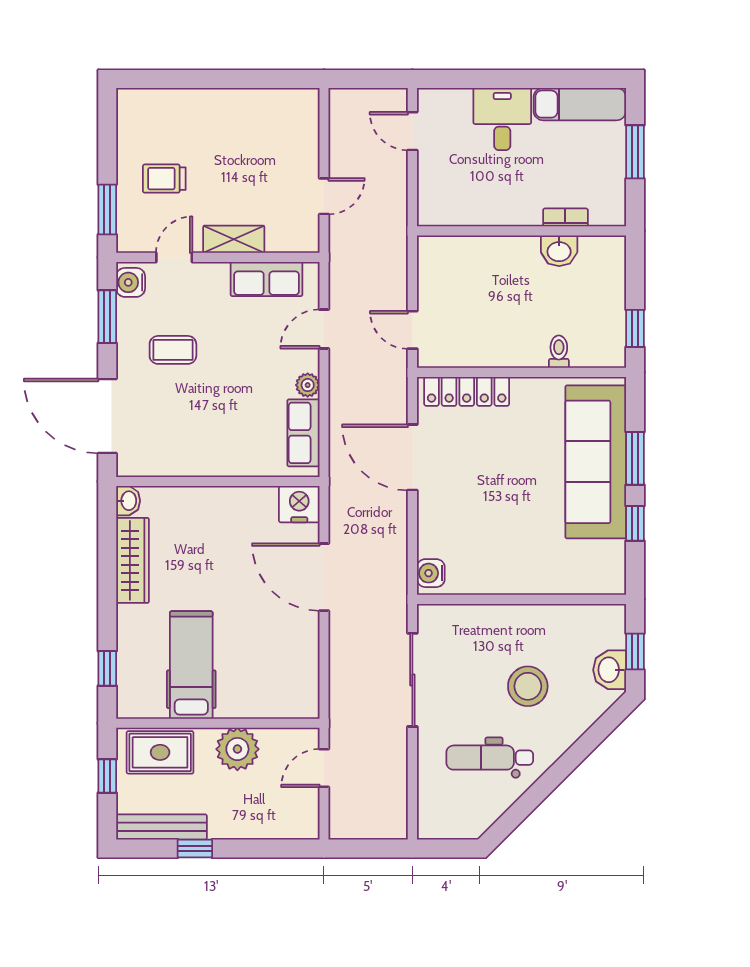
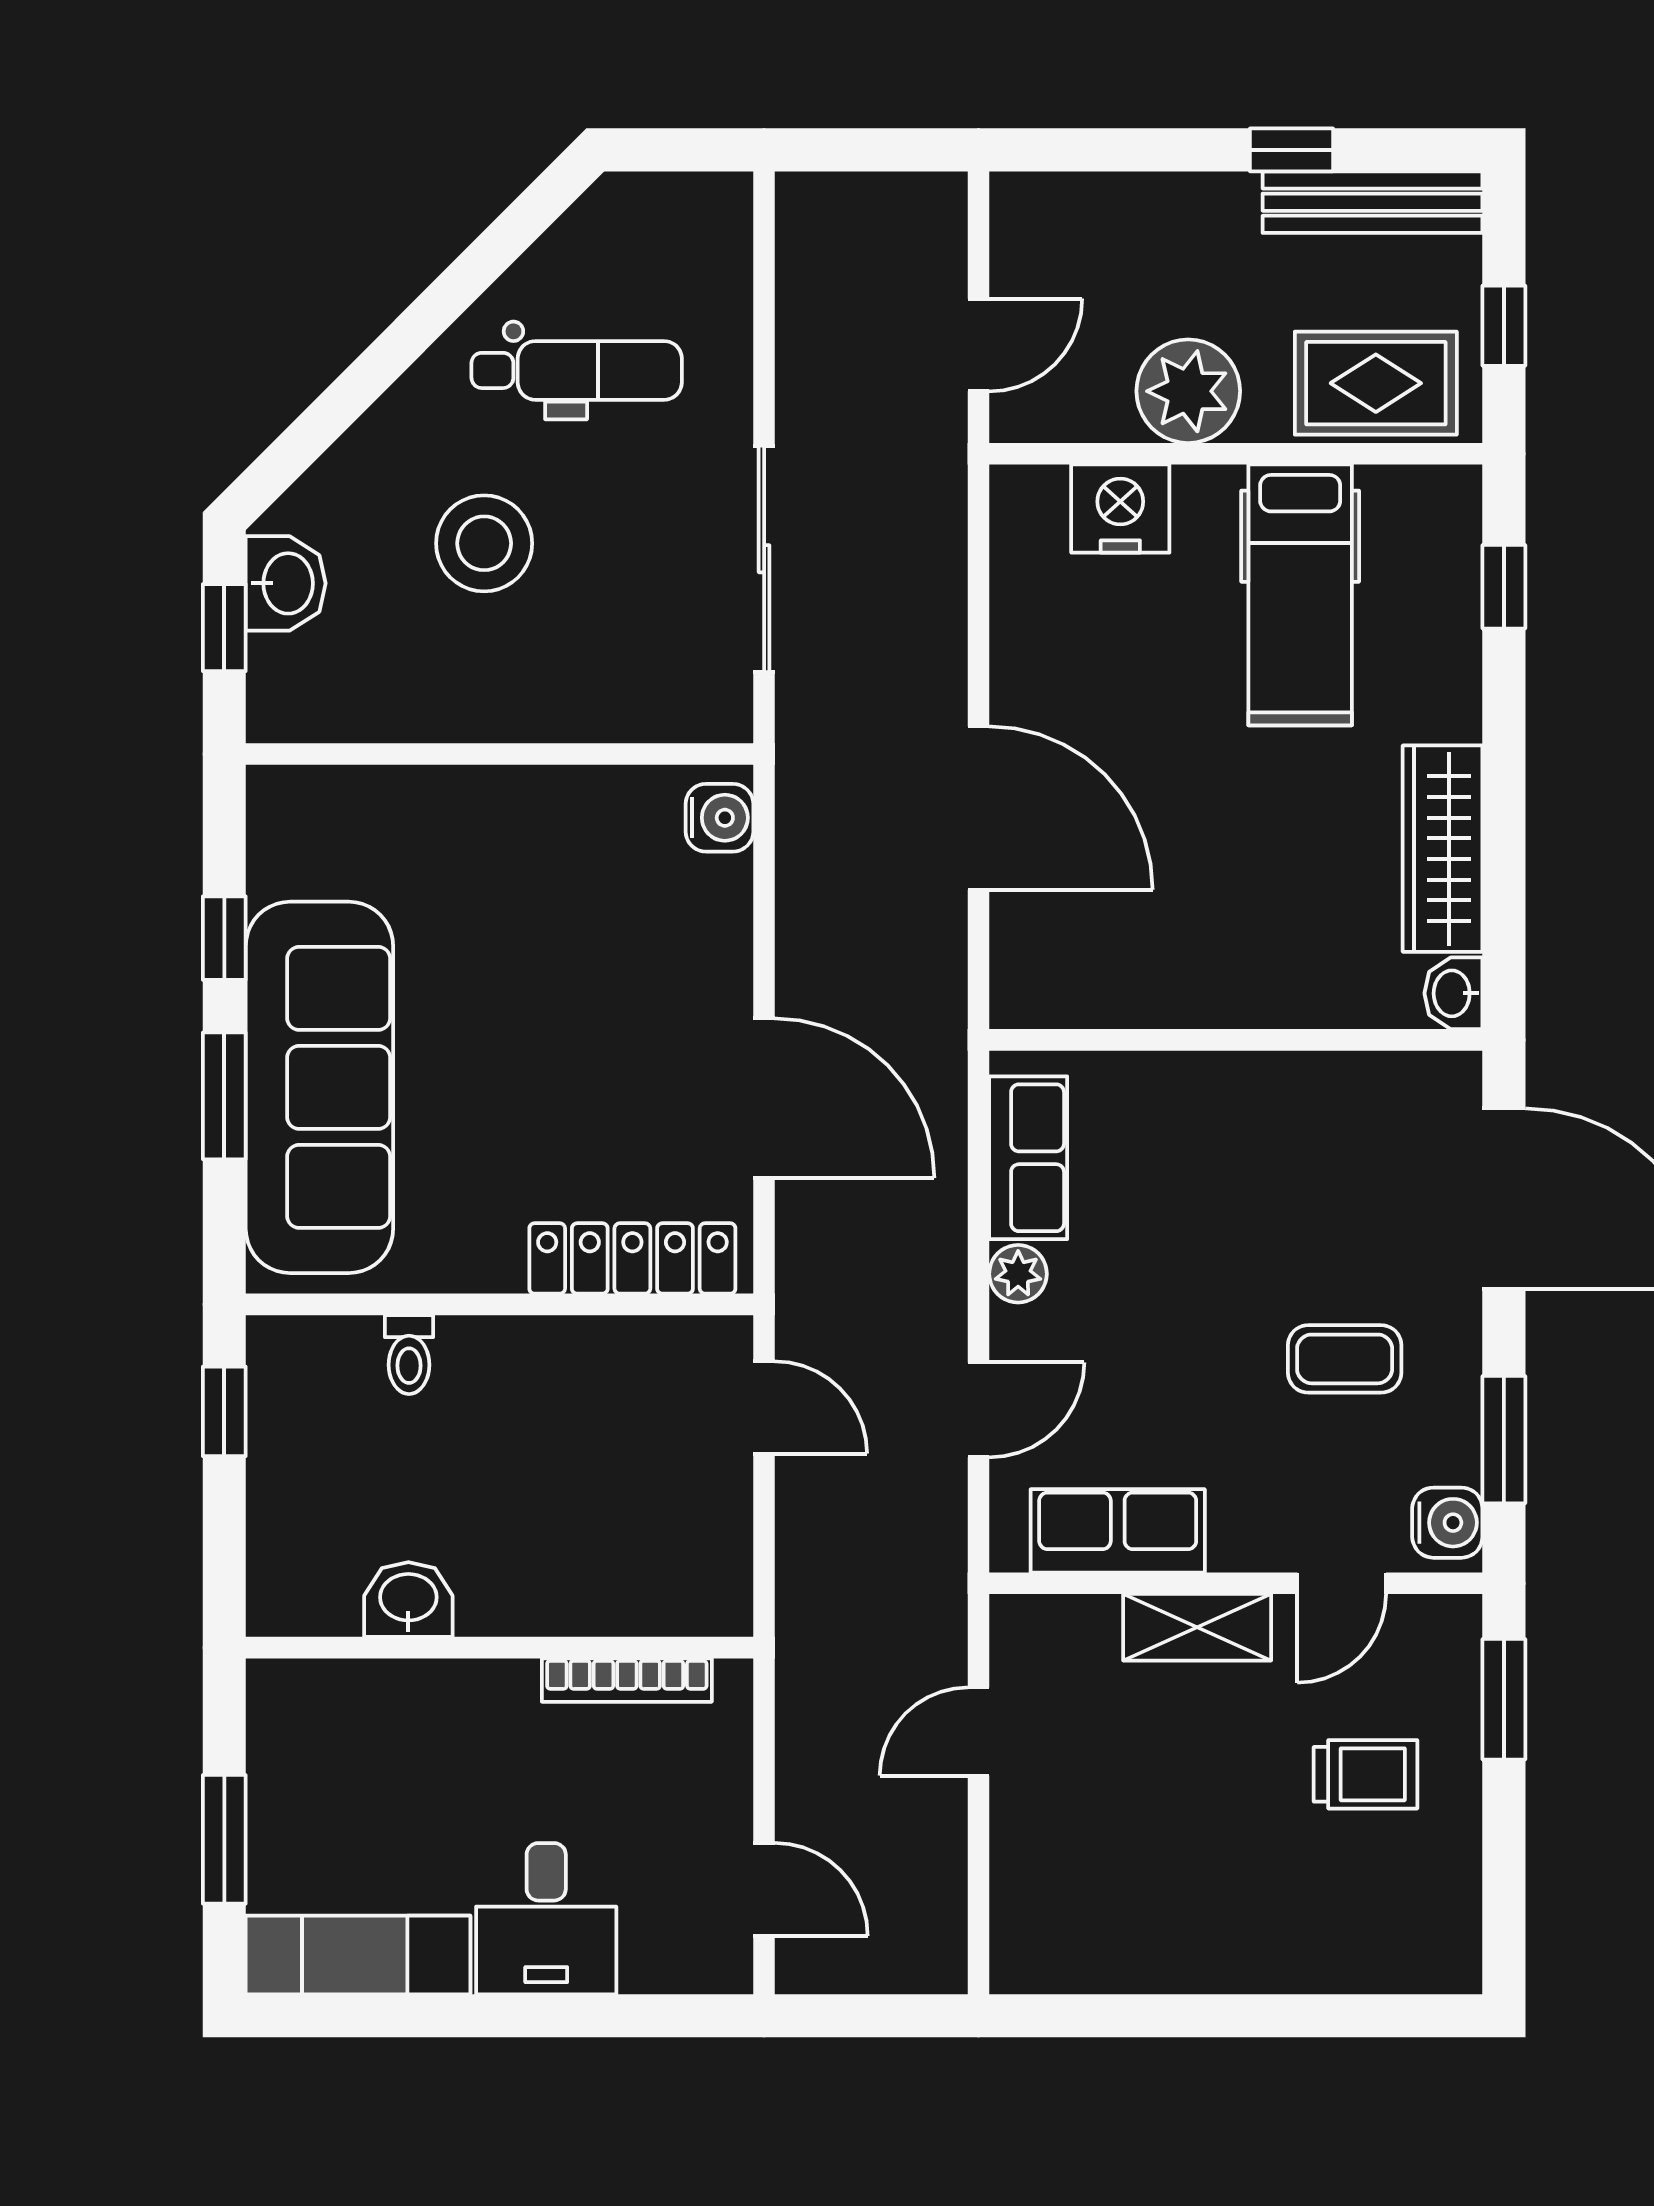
bookcase: (565, 217) -> (627, 1680), moved, width x1.56
nightstand: (299, 504) -> (1120, 509), moved, turned 180

